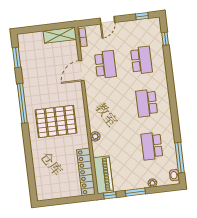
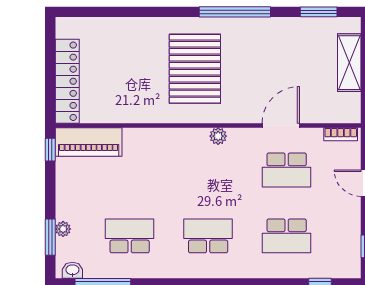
shelving: (60, 35) -> (349, 63), moved
door: (81, 71) -> (281, 126), hinge flipped
plant: (95, 136) -> (218, 136), moved
locker: (86, 172) -> (67, 81), moved, turned 90
window: (135, 192) -> (50, 237), moved

